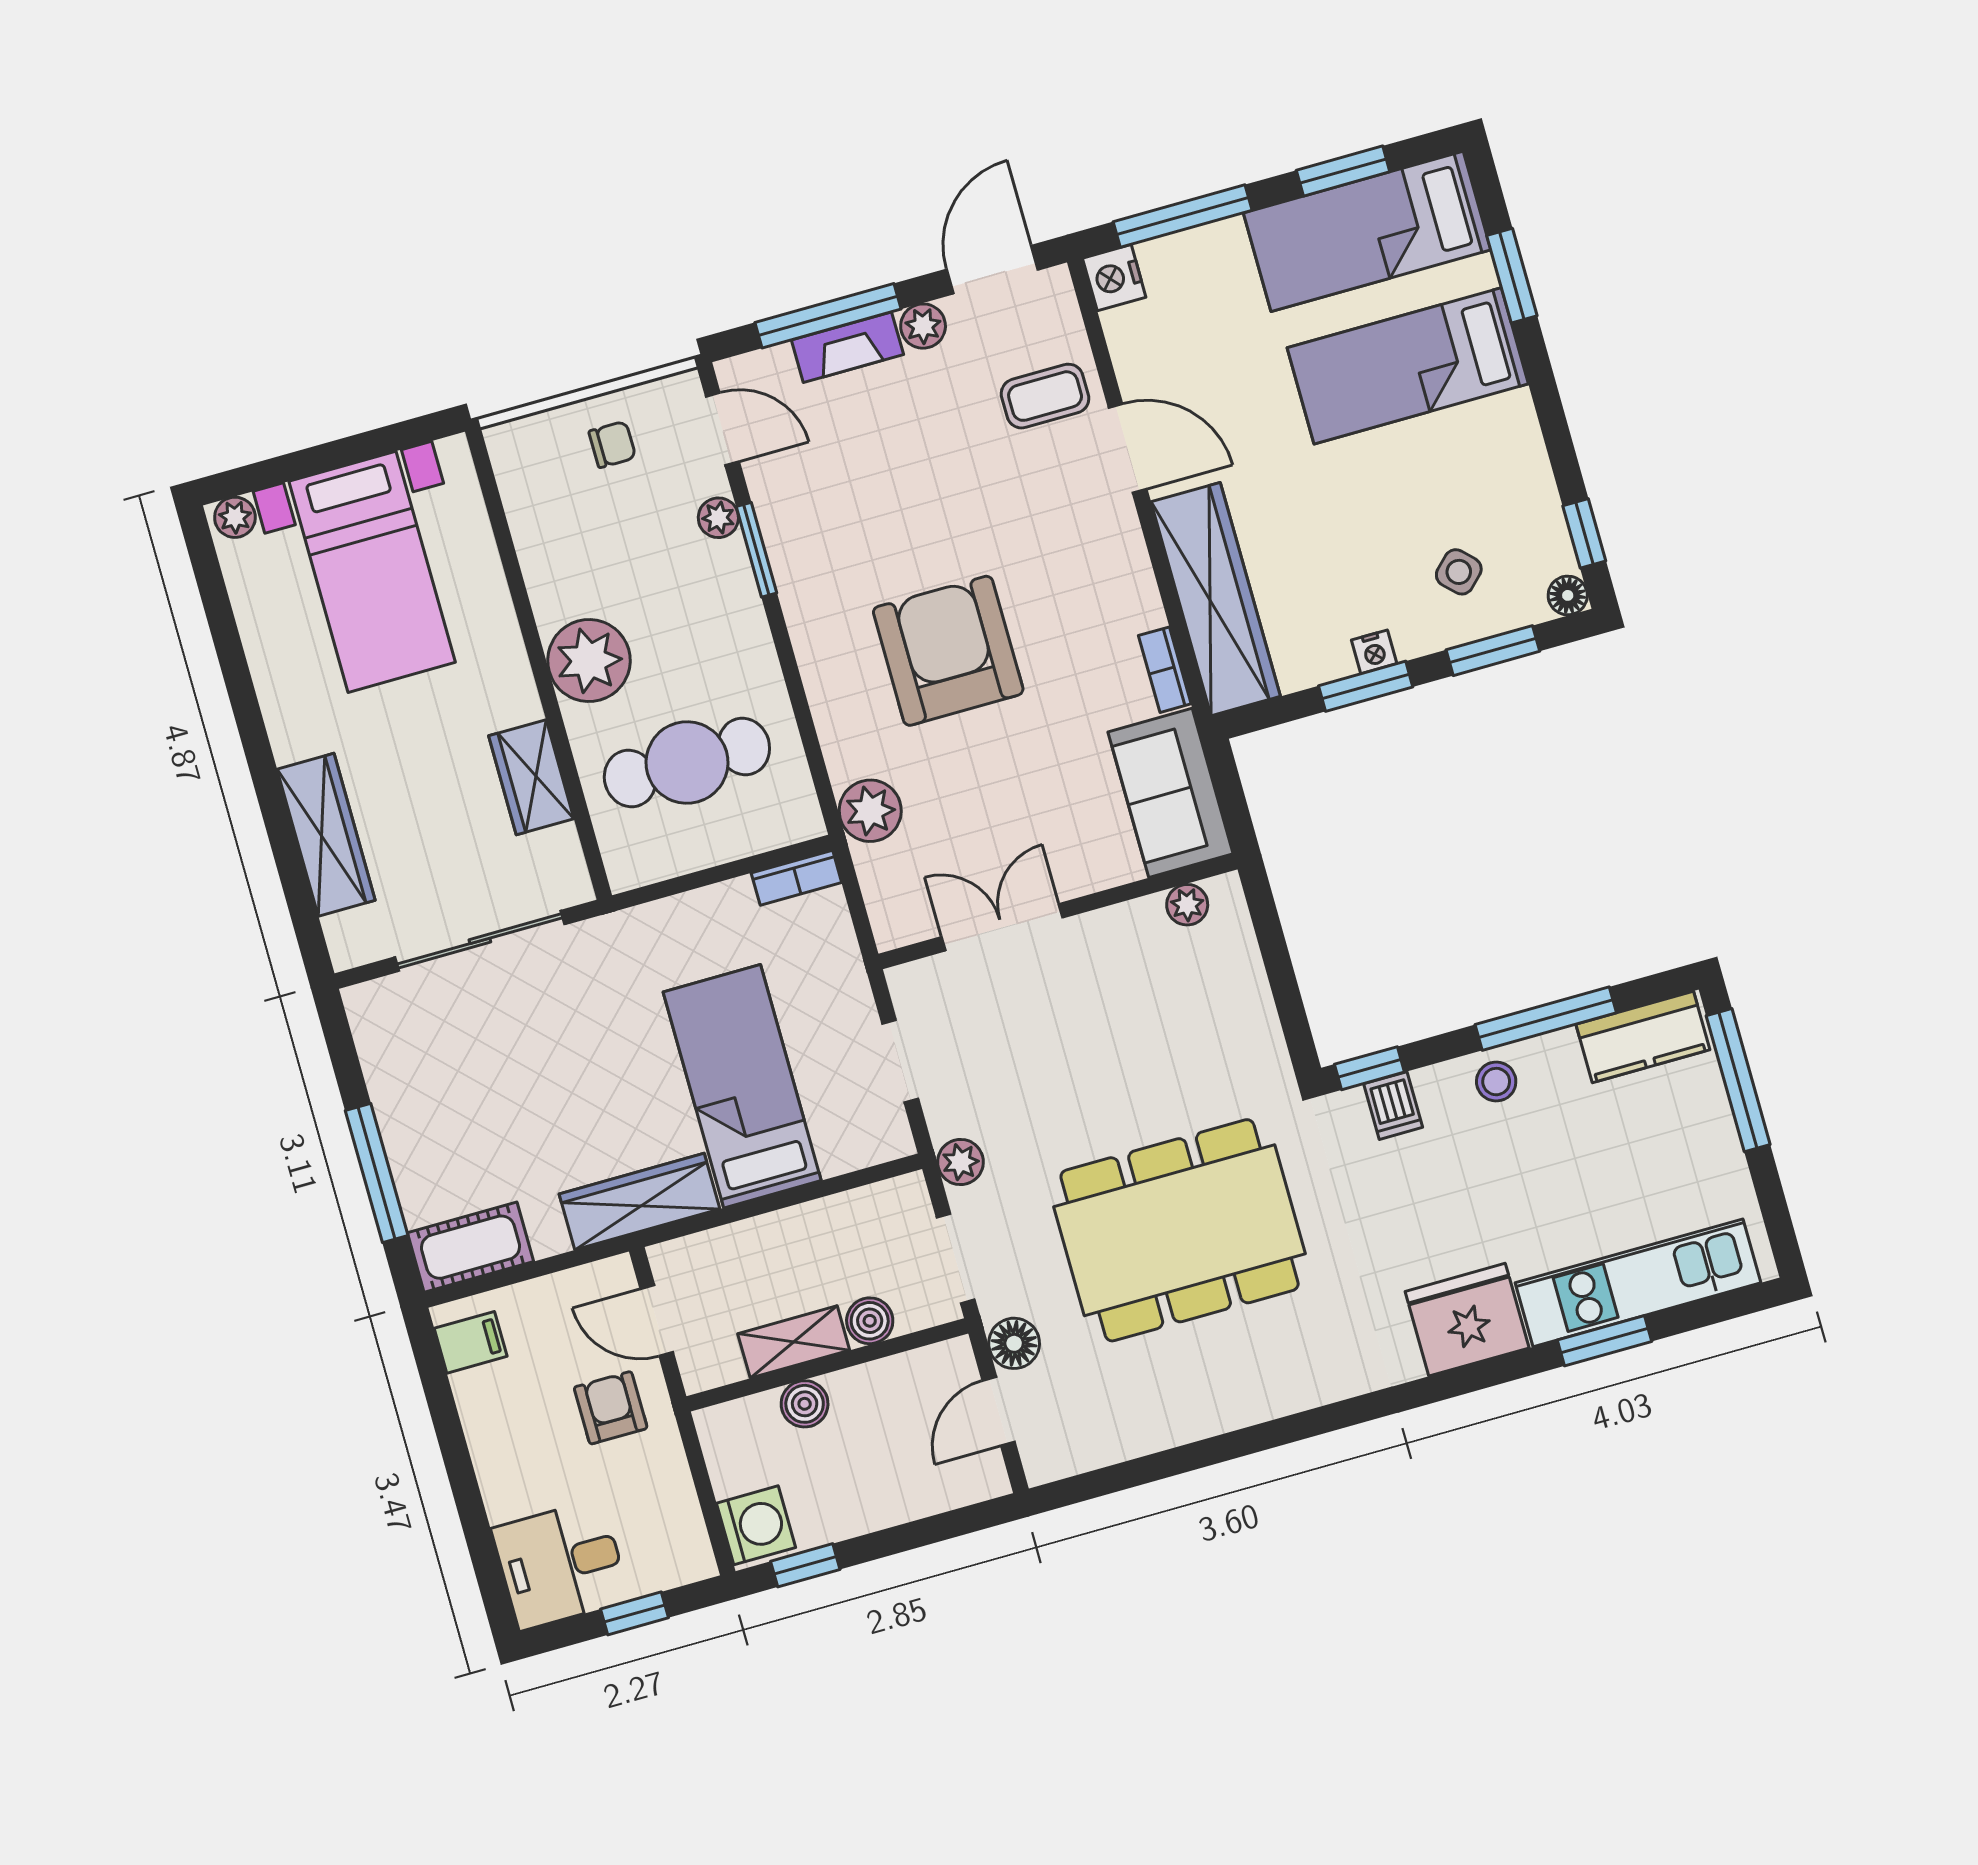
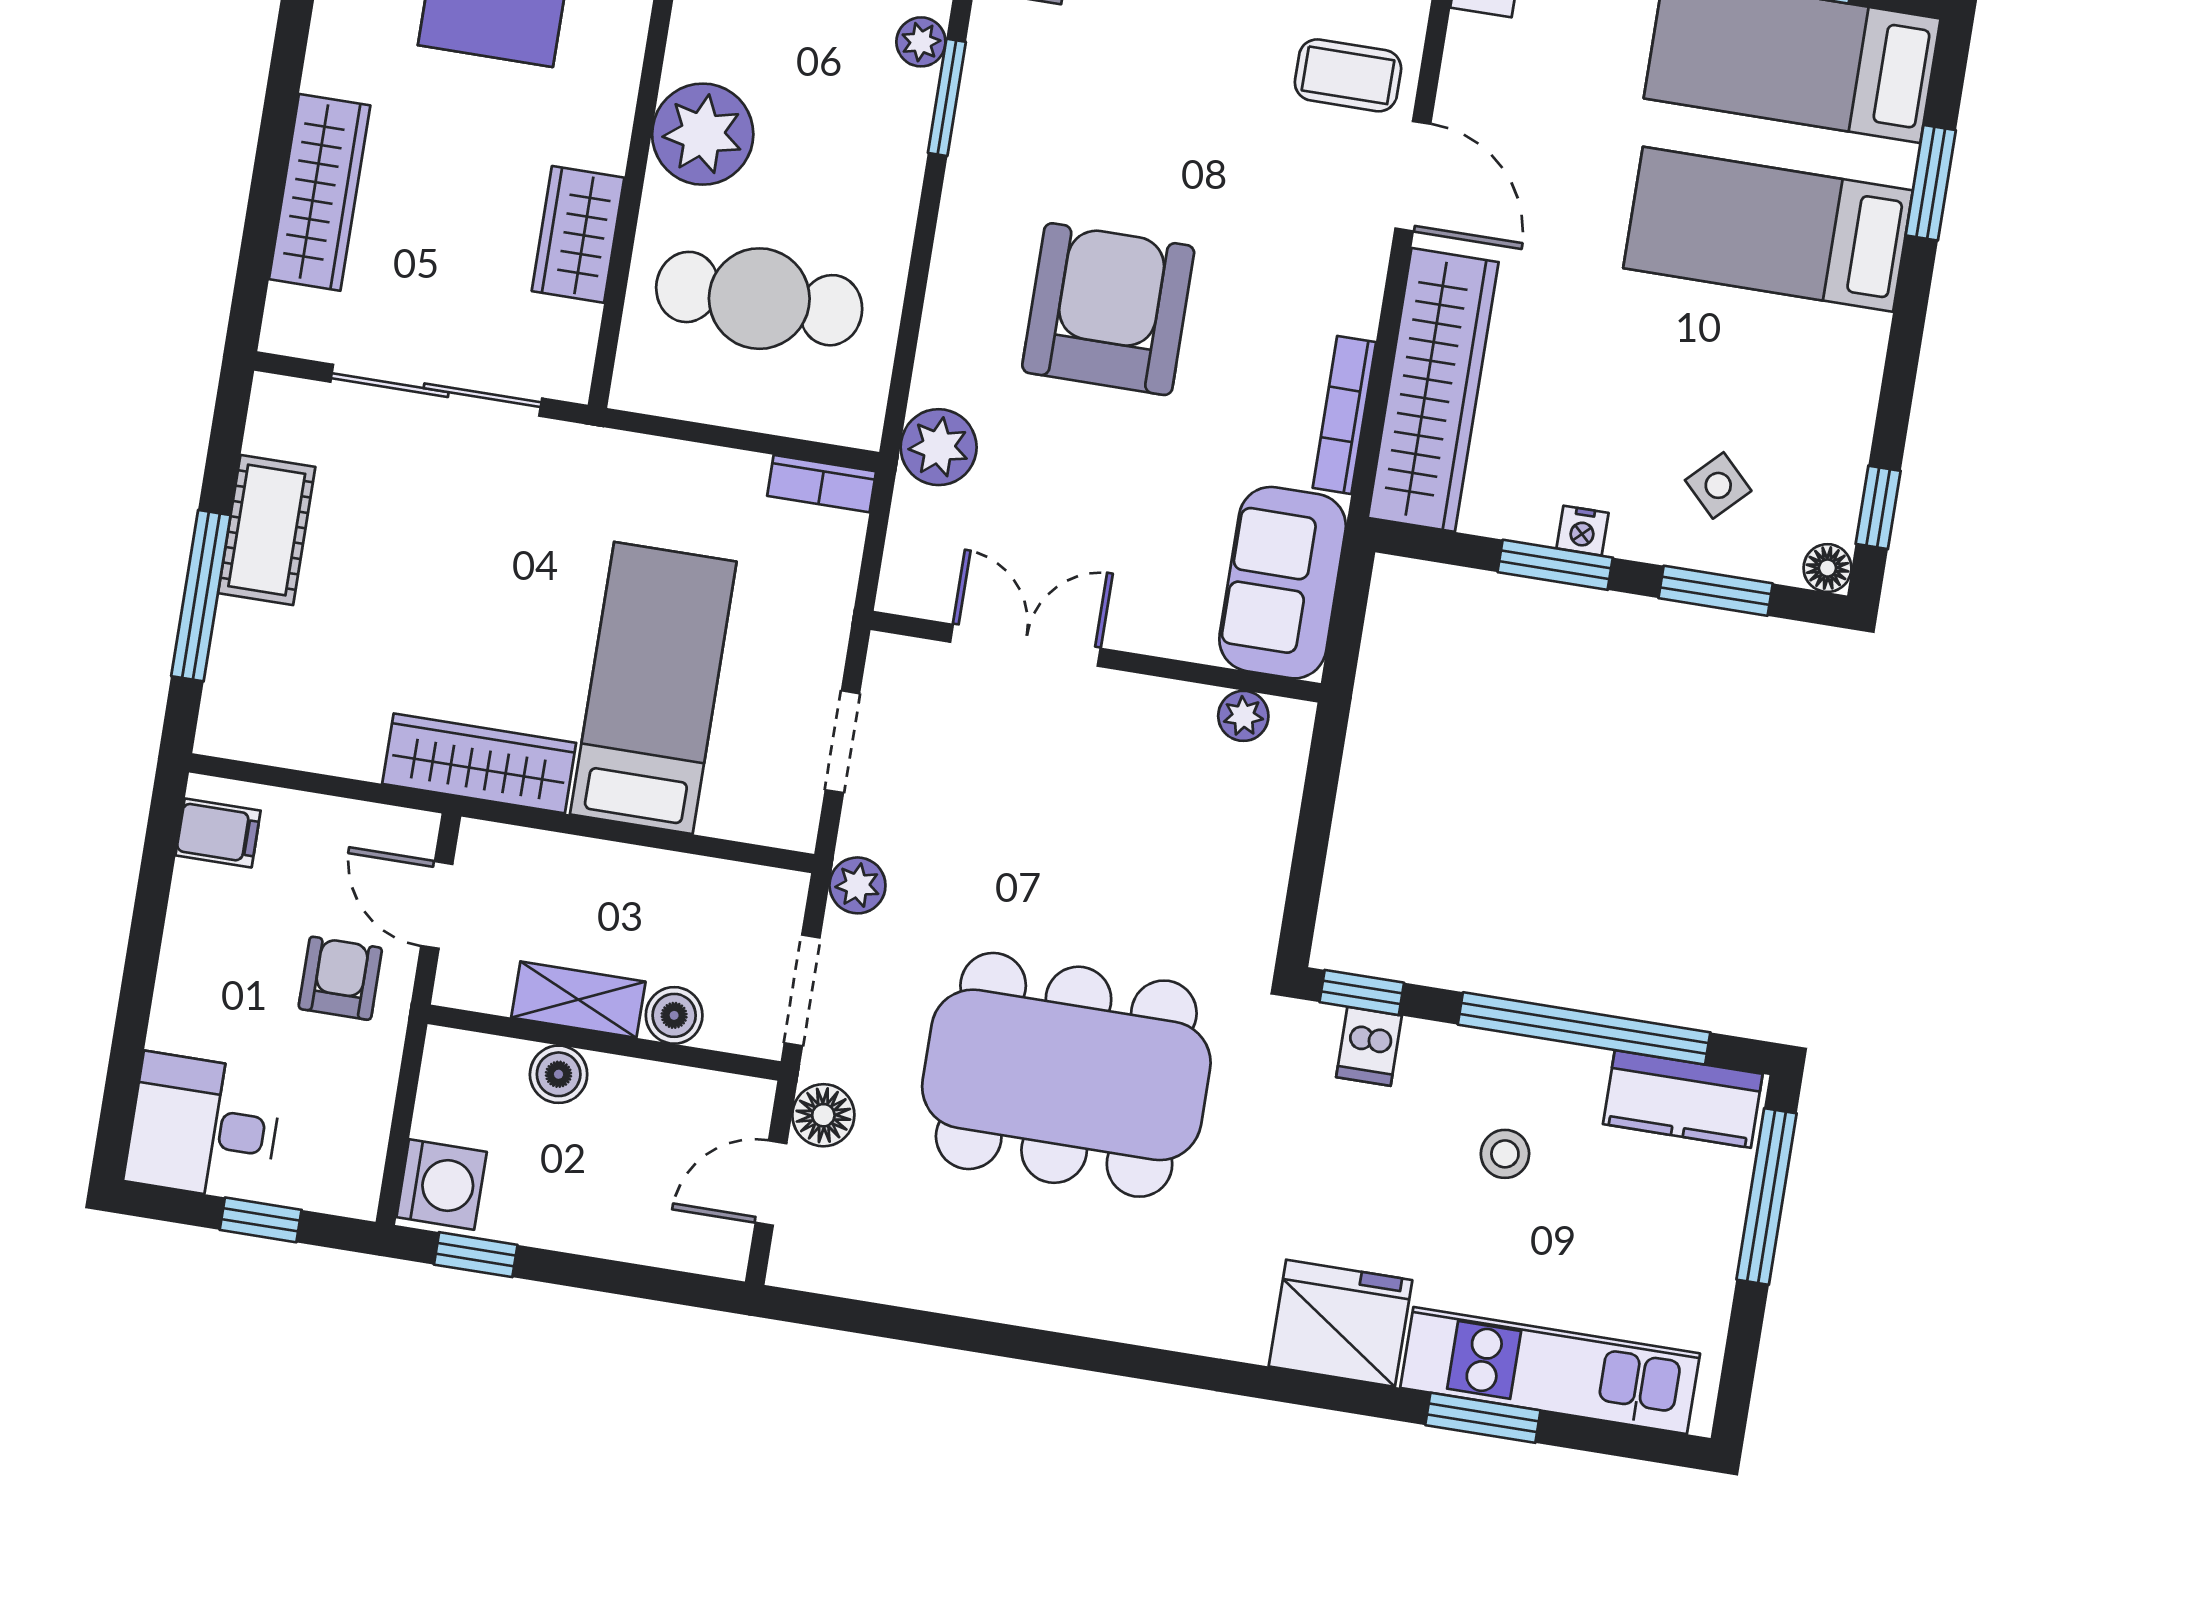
bookcase: (1165, 670) -> (1344, 415), width x1.56
window: (1546, 1019) -> (1584, 1028), width x1.46
stool: (1496, 1082) -> (1505, 1154), moved
cot: (470, 1247) -> (267, 530), moved, turned 90

